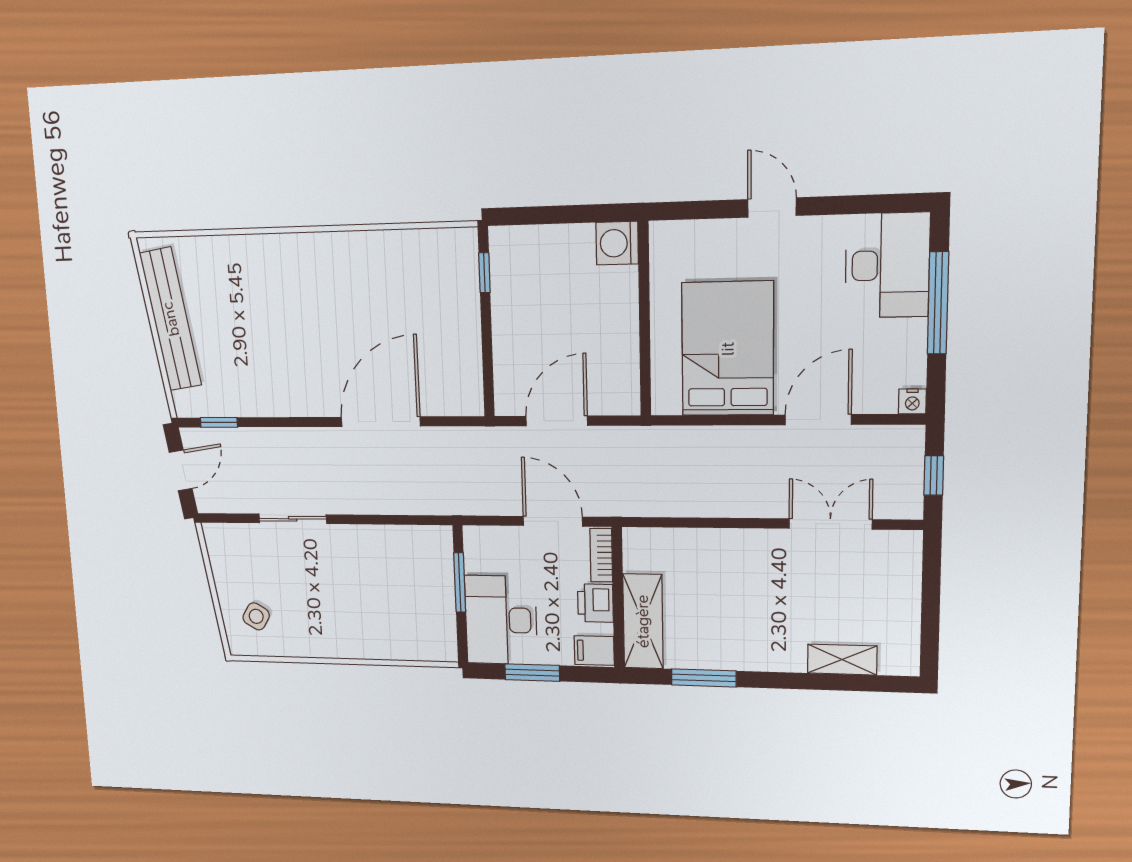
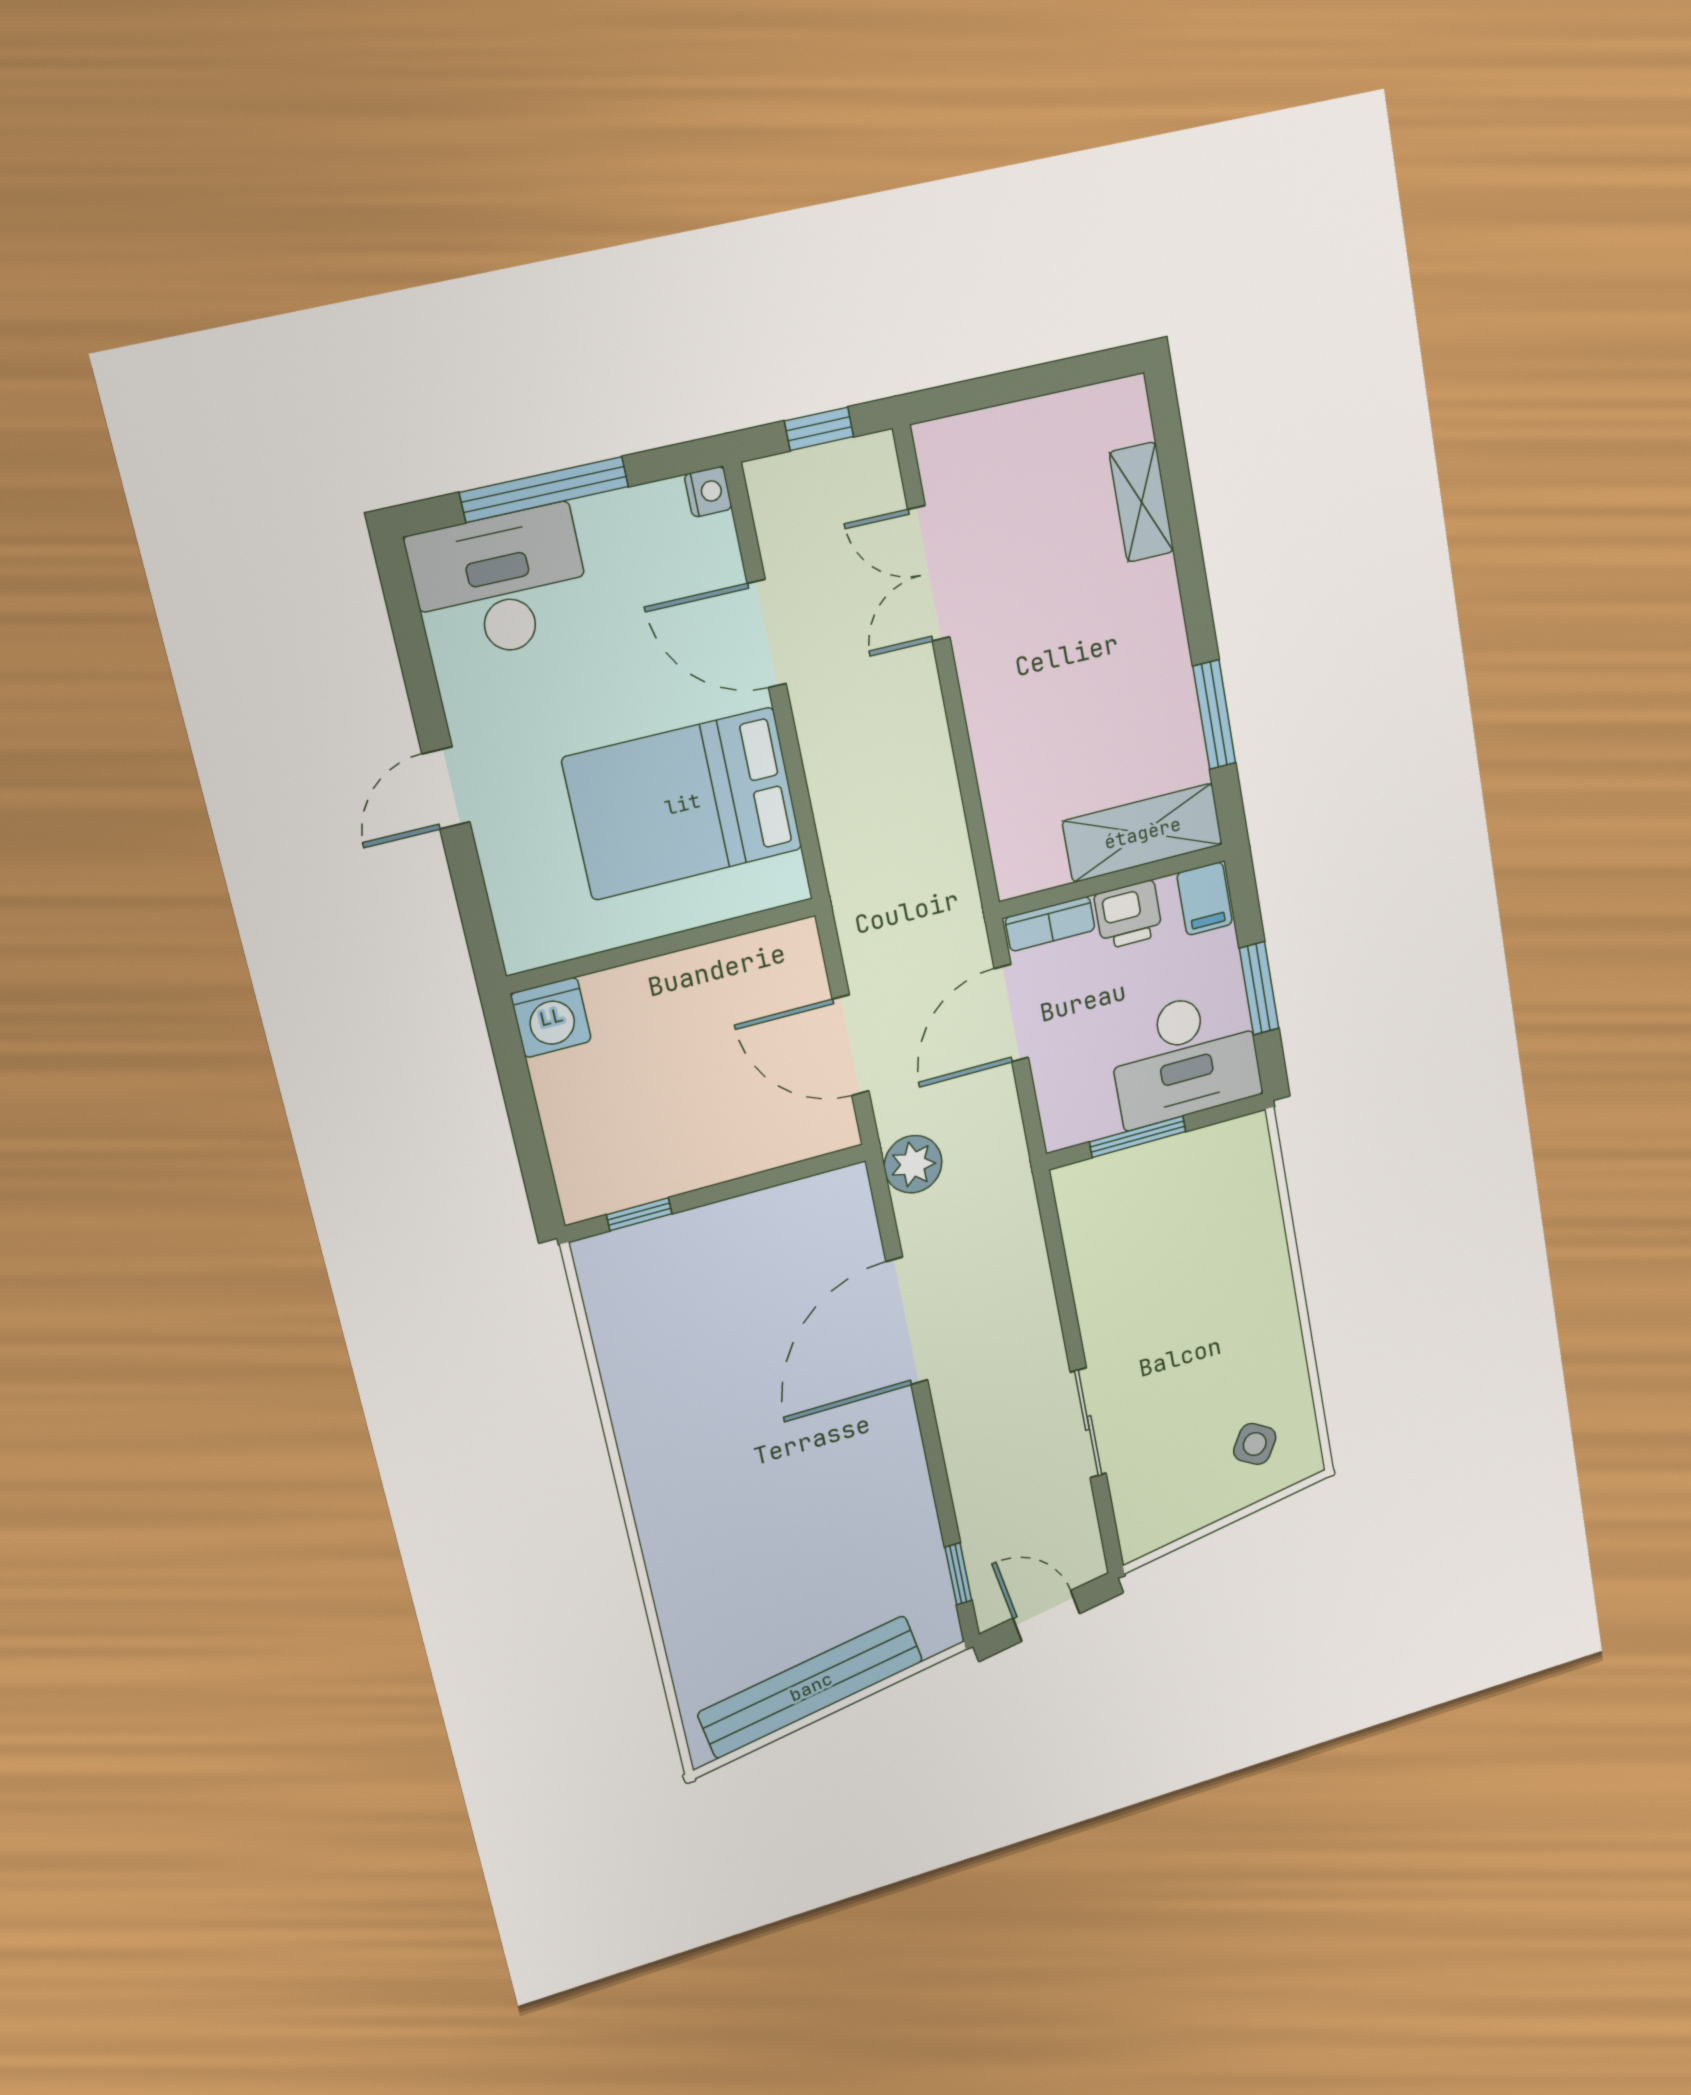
door: (381, 422) -> (907, 1321), hinge flipped
plant: (475, 444) -> (913, 1164), added

